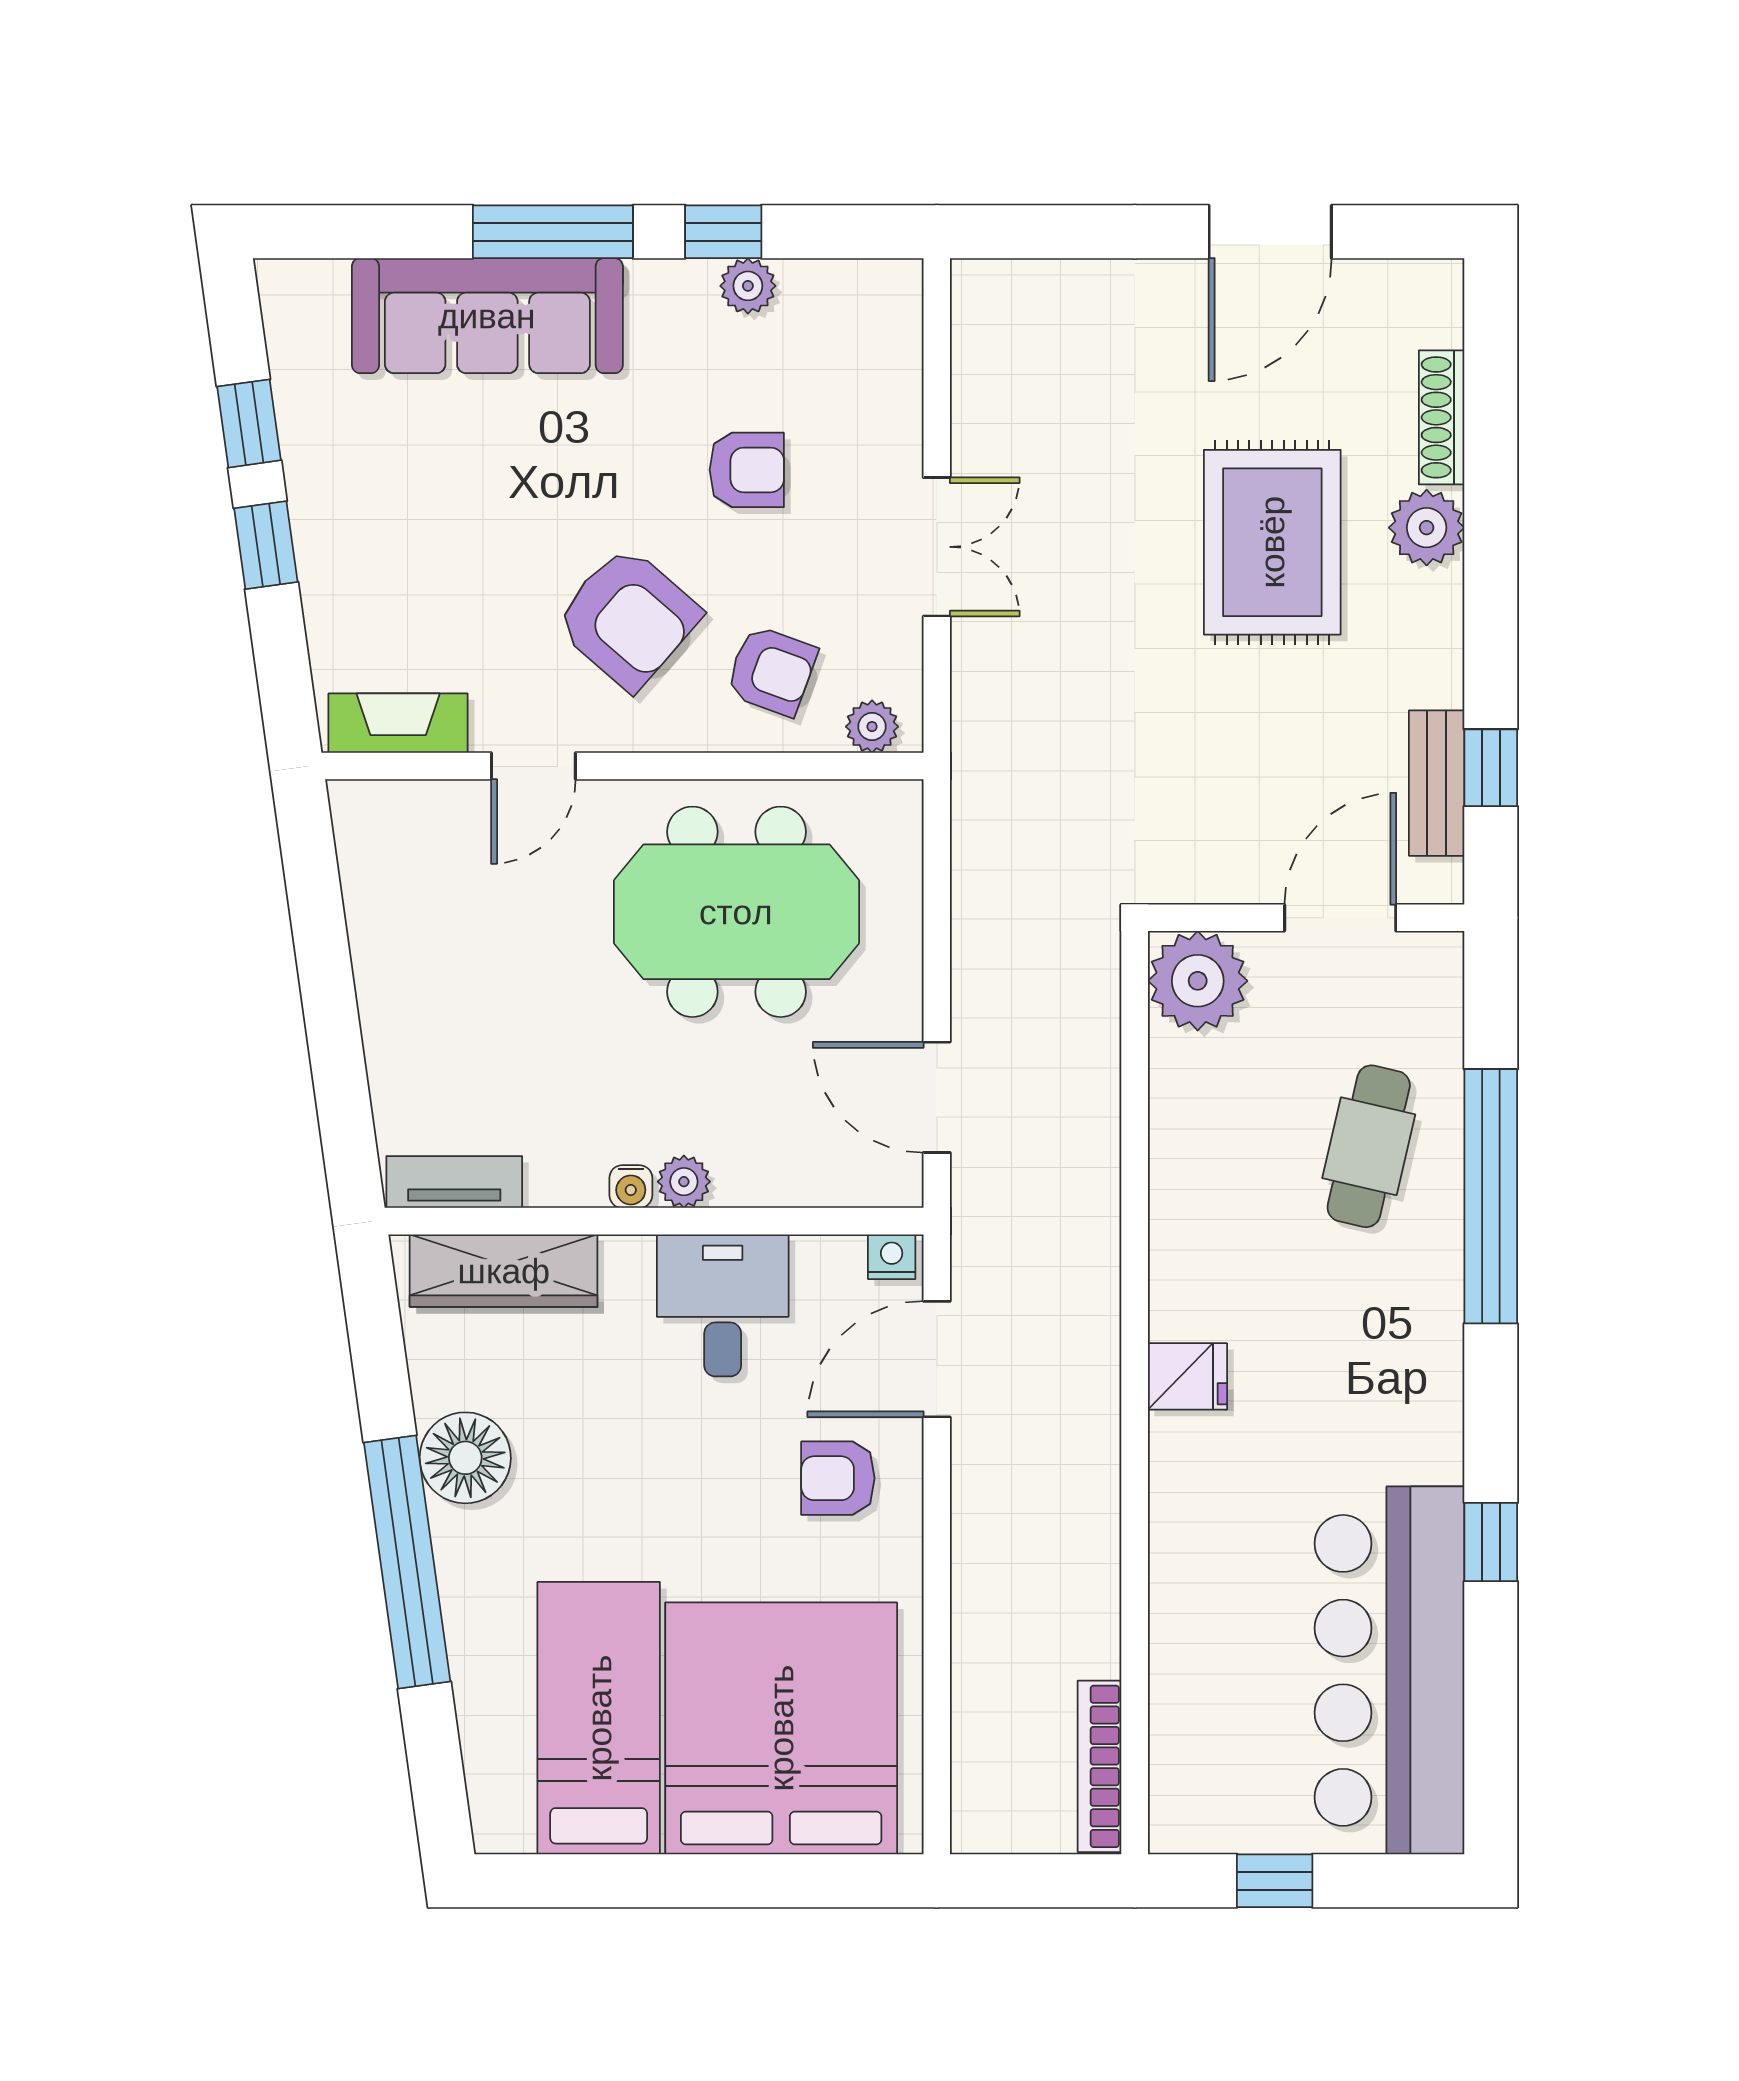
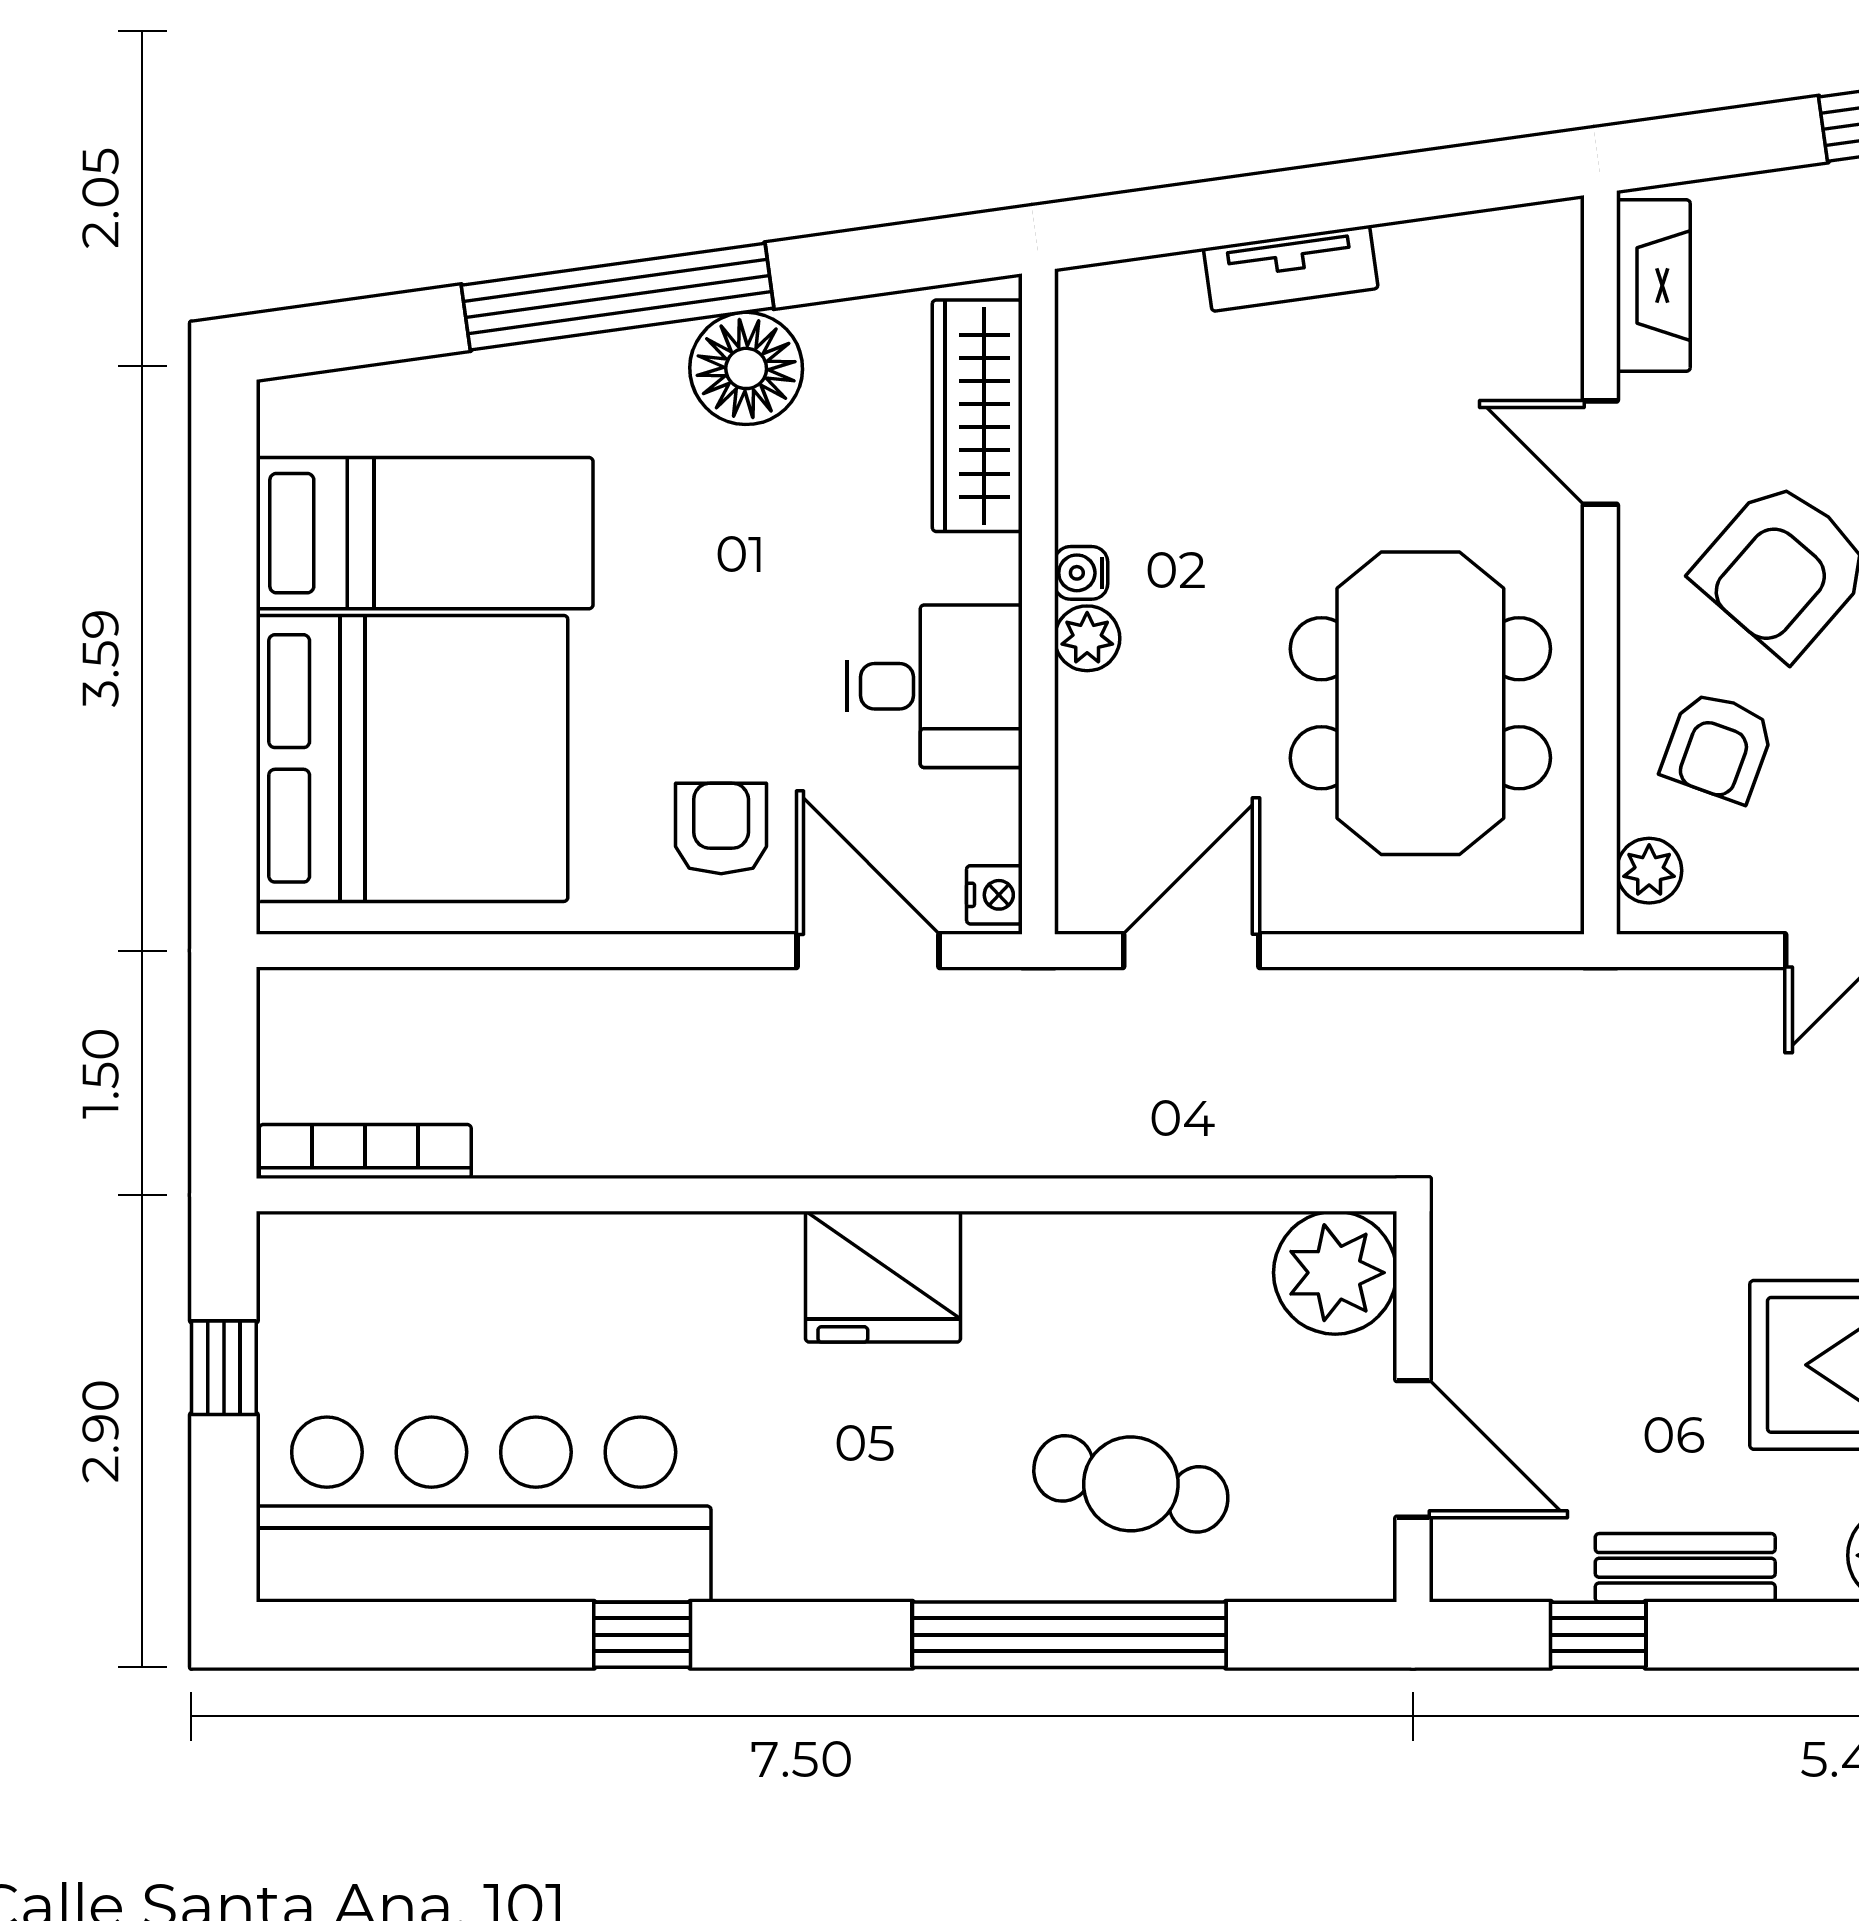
bench: (1437, 783) -> (1685, 1568), moved
tv unit: (454, 1182) -> (1291, 268), moved, turned 82
fridge: (1187, 1376) -> (883, 1277), width x1.88, depth x1.34

